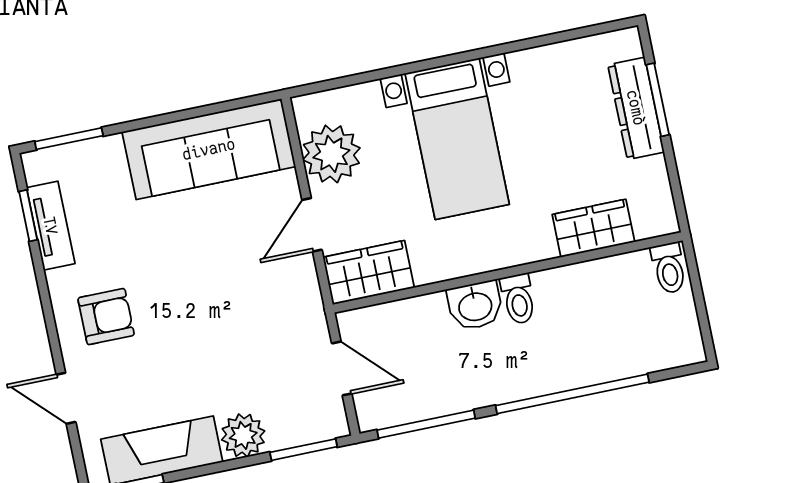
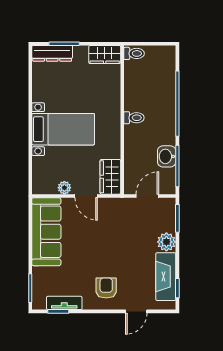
dresser: (636, 108) -> (52, 53), moved
plant: (331, 154) -> (64, 188), width x0.53, depth x0.53
wardrobe: (593, 228) -> (105, 55), moved, turned -90
washbasin: (475, 306) -> (167, 156), moved, turned 180

